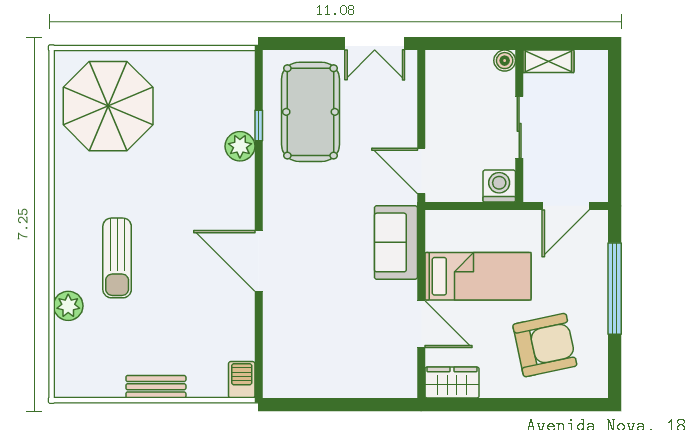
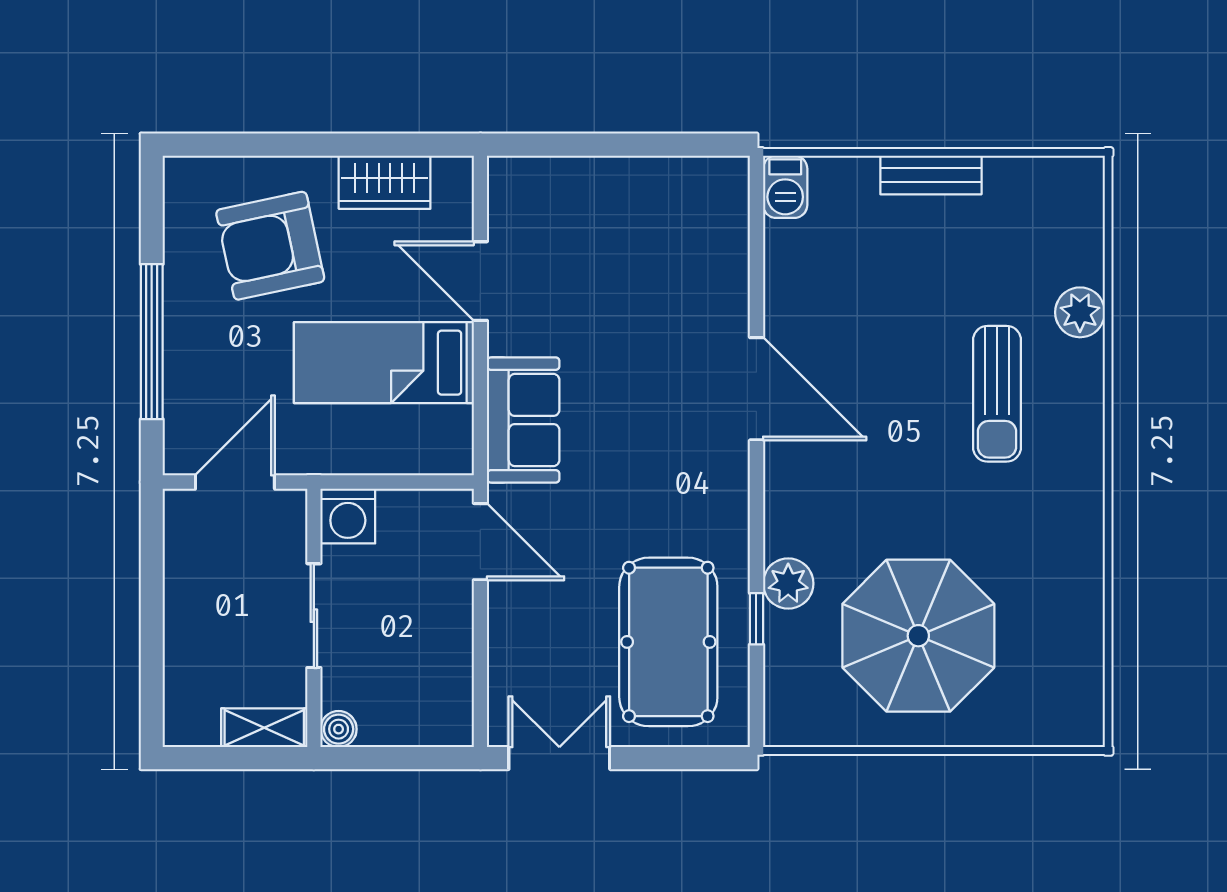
parasol: (108, 106) -> (918, 636), moved
sun lounger: (117, 258) -> (997, 394), turned 180
wardrobe: (452, 382) -> (385, 182), moved

